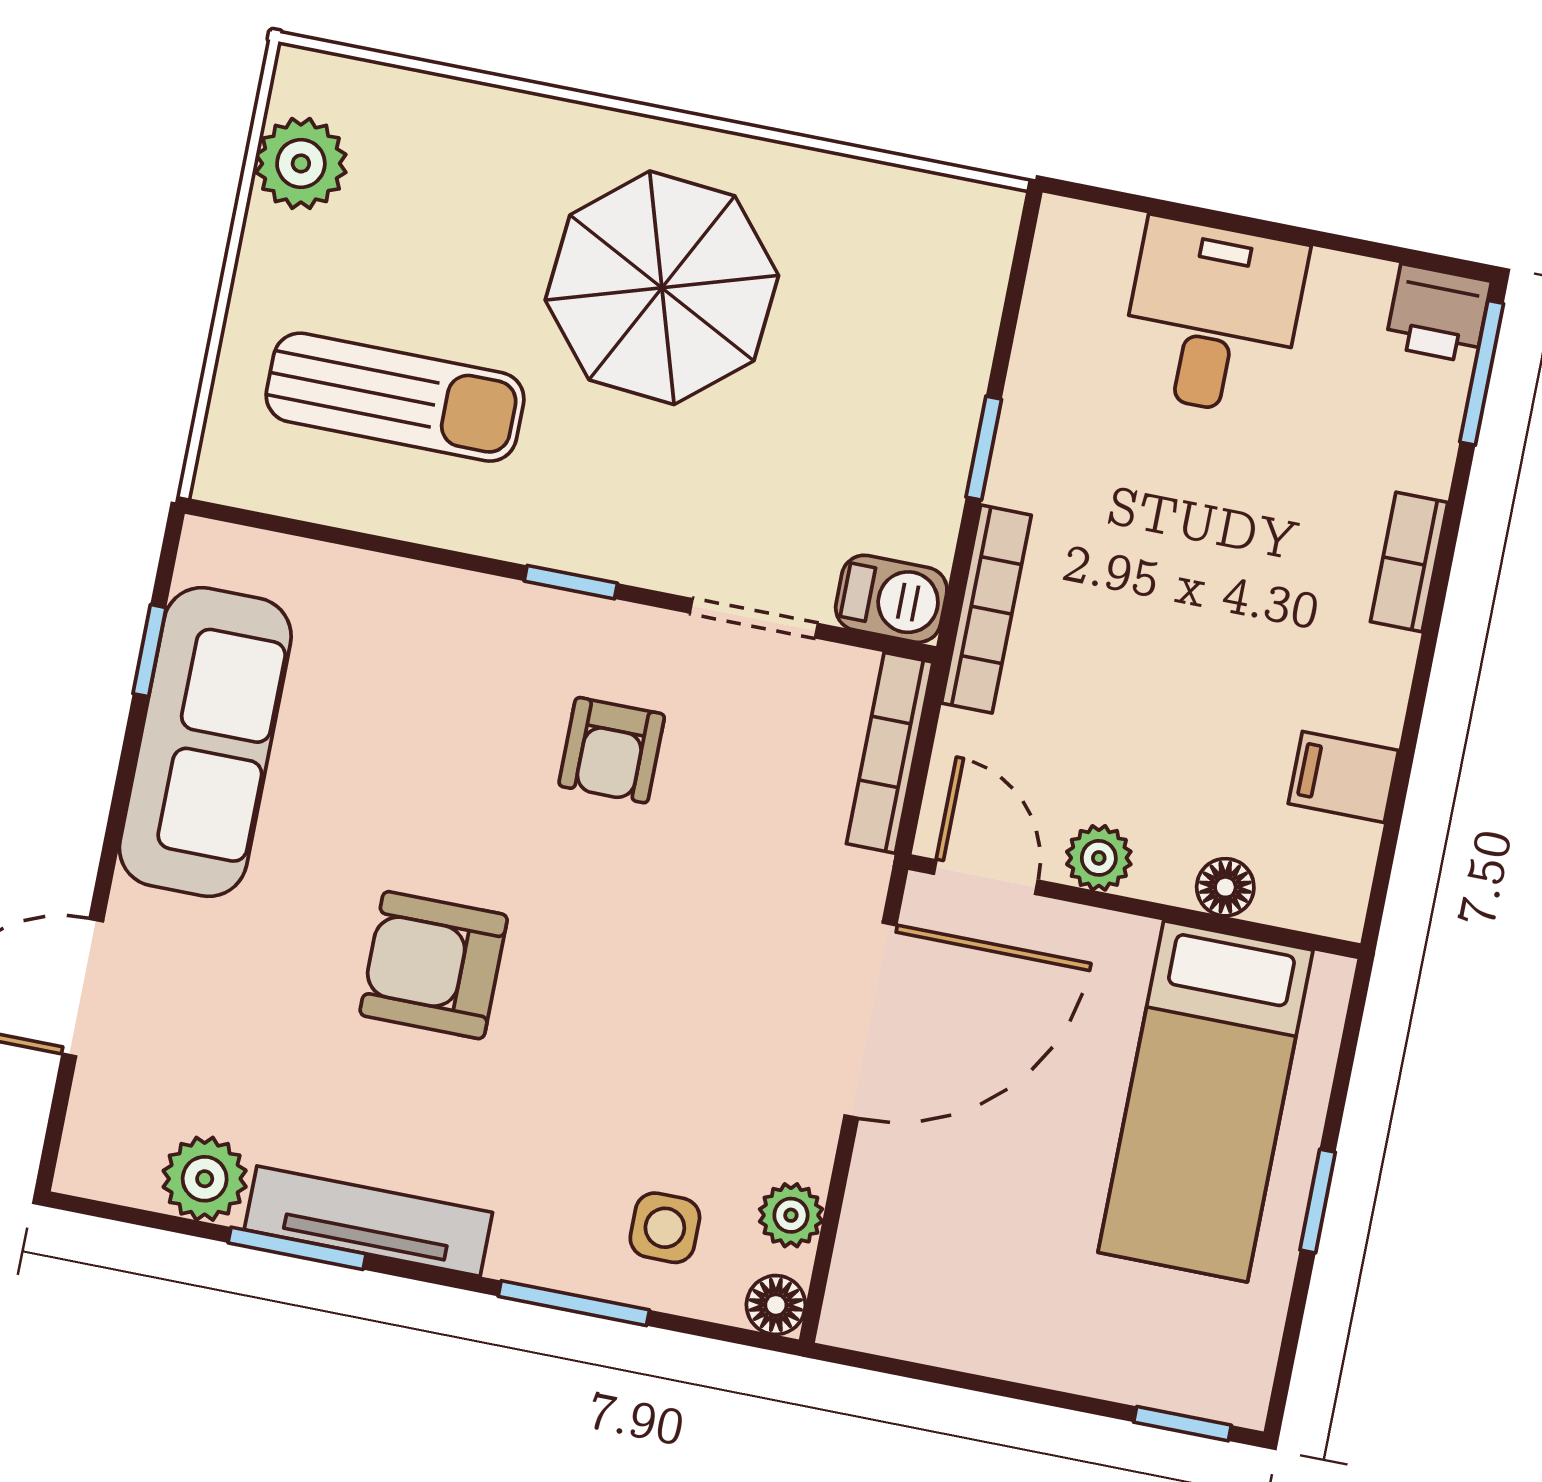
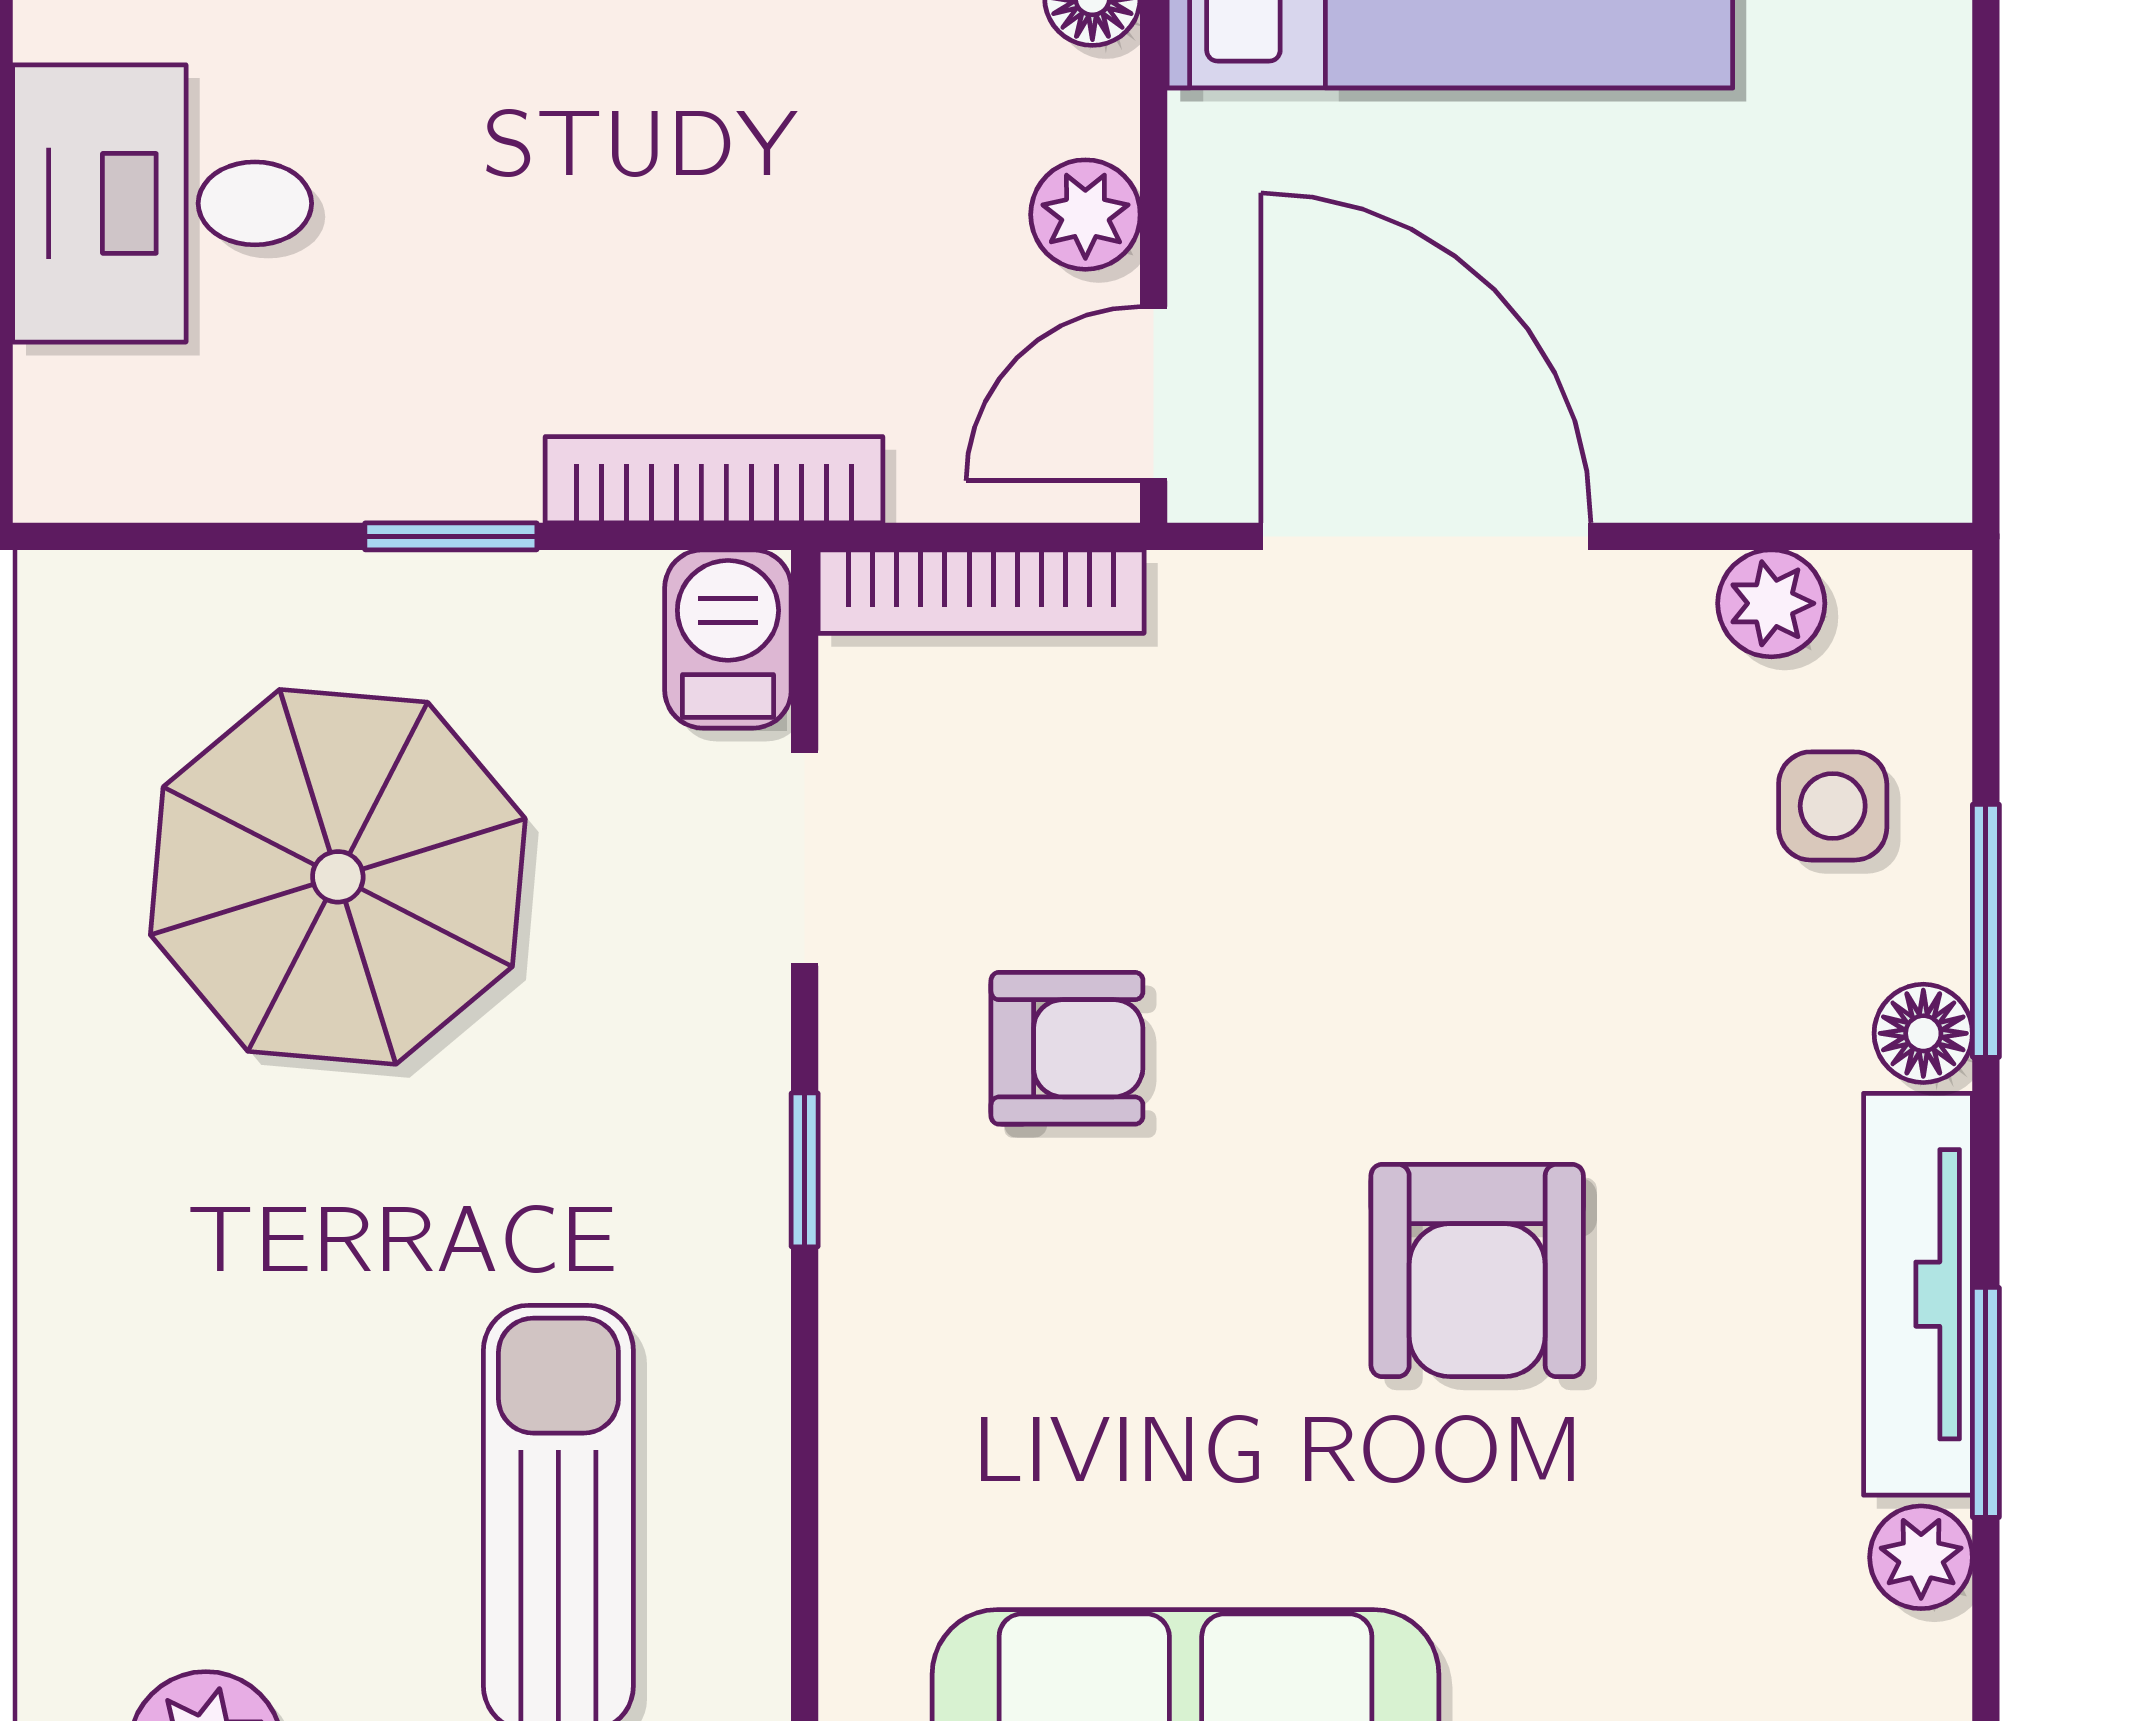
parasol: (662, 288) -> (338, 877), moved
plant: (205, 1179) -> (1921, 1557), width x0.73, depth x0.73
floor lamp: (776, 1305) -> (1923, 1033), moved

